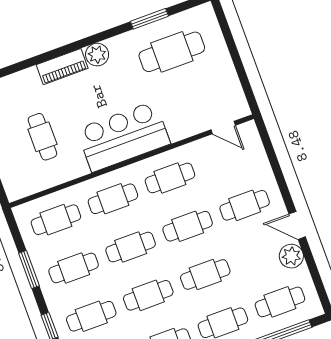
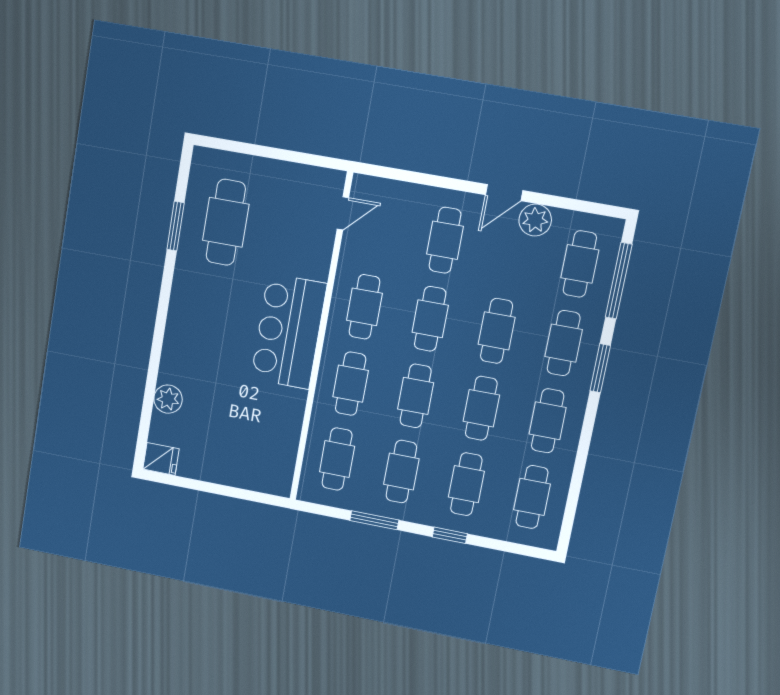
plant: (97, 55) -> (168, 399), moved
piano: (62, 67) -> (174, 353), removed
cafe table: (42, 137) -> (238, 420), removed

